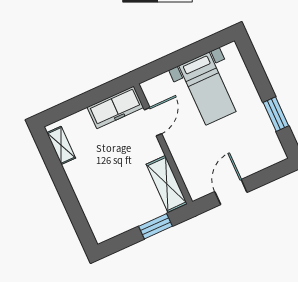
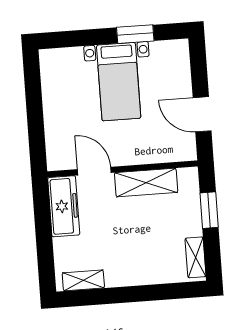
bed with nightstands: (207, 89) -> (119, 82), moved, turned 90
shelving: (167, 184) -> (146, 183), moved
shelving: (113, 229) -> (196, 257), added

